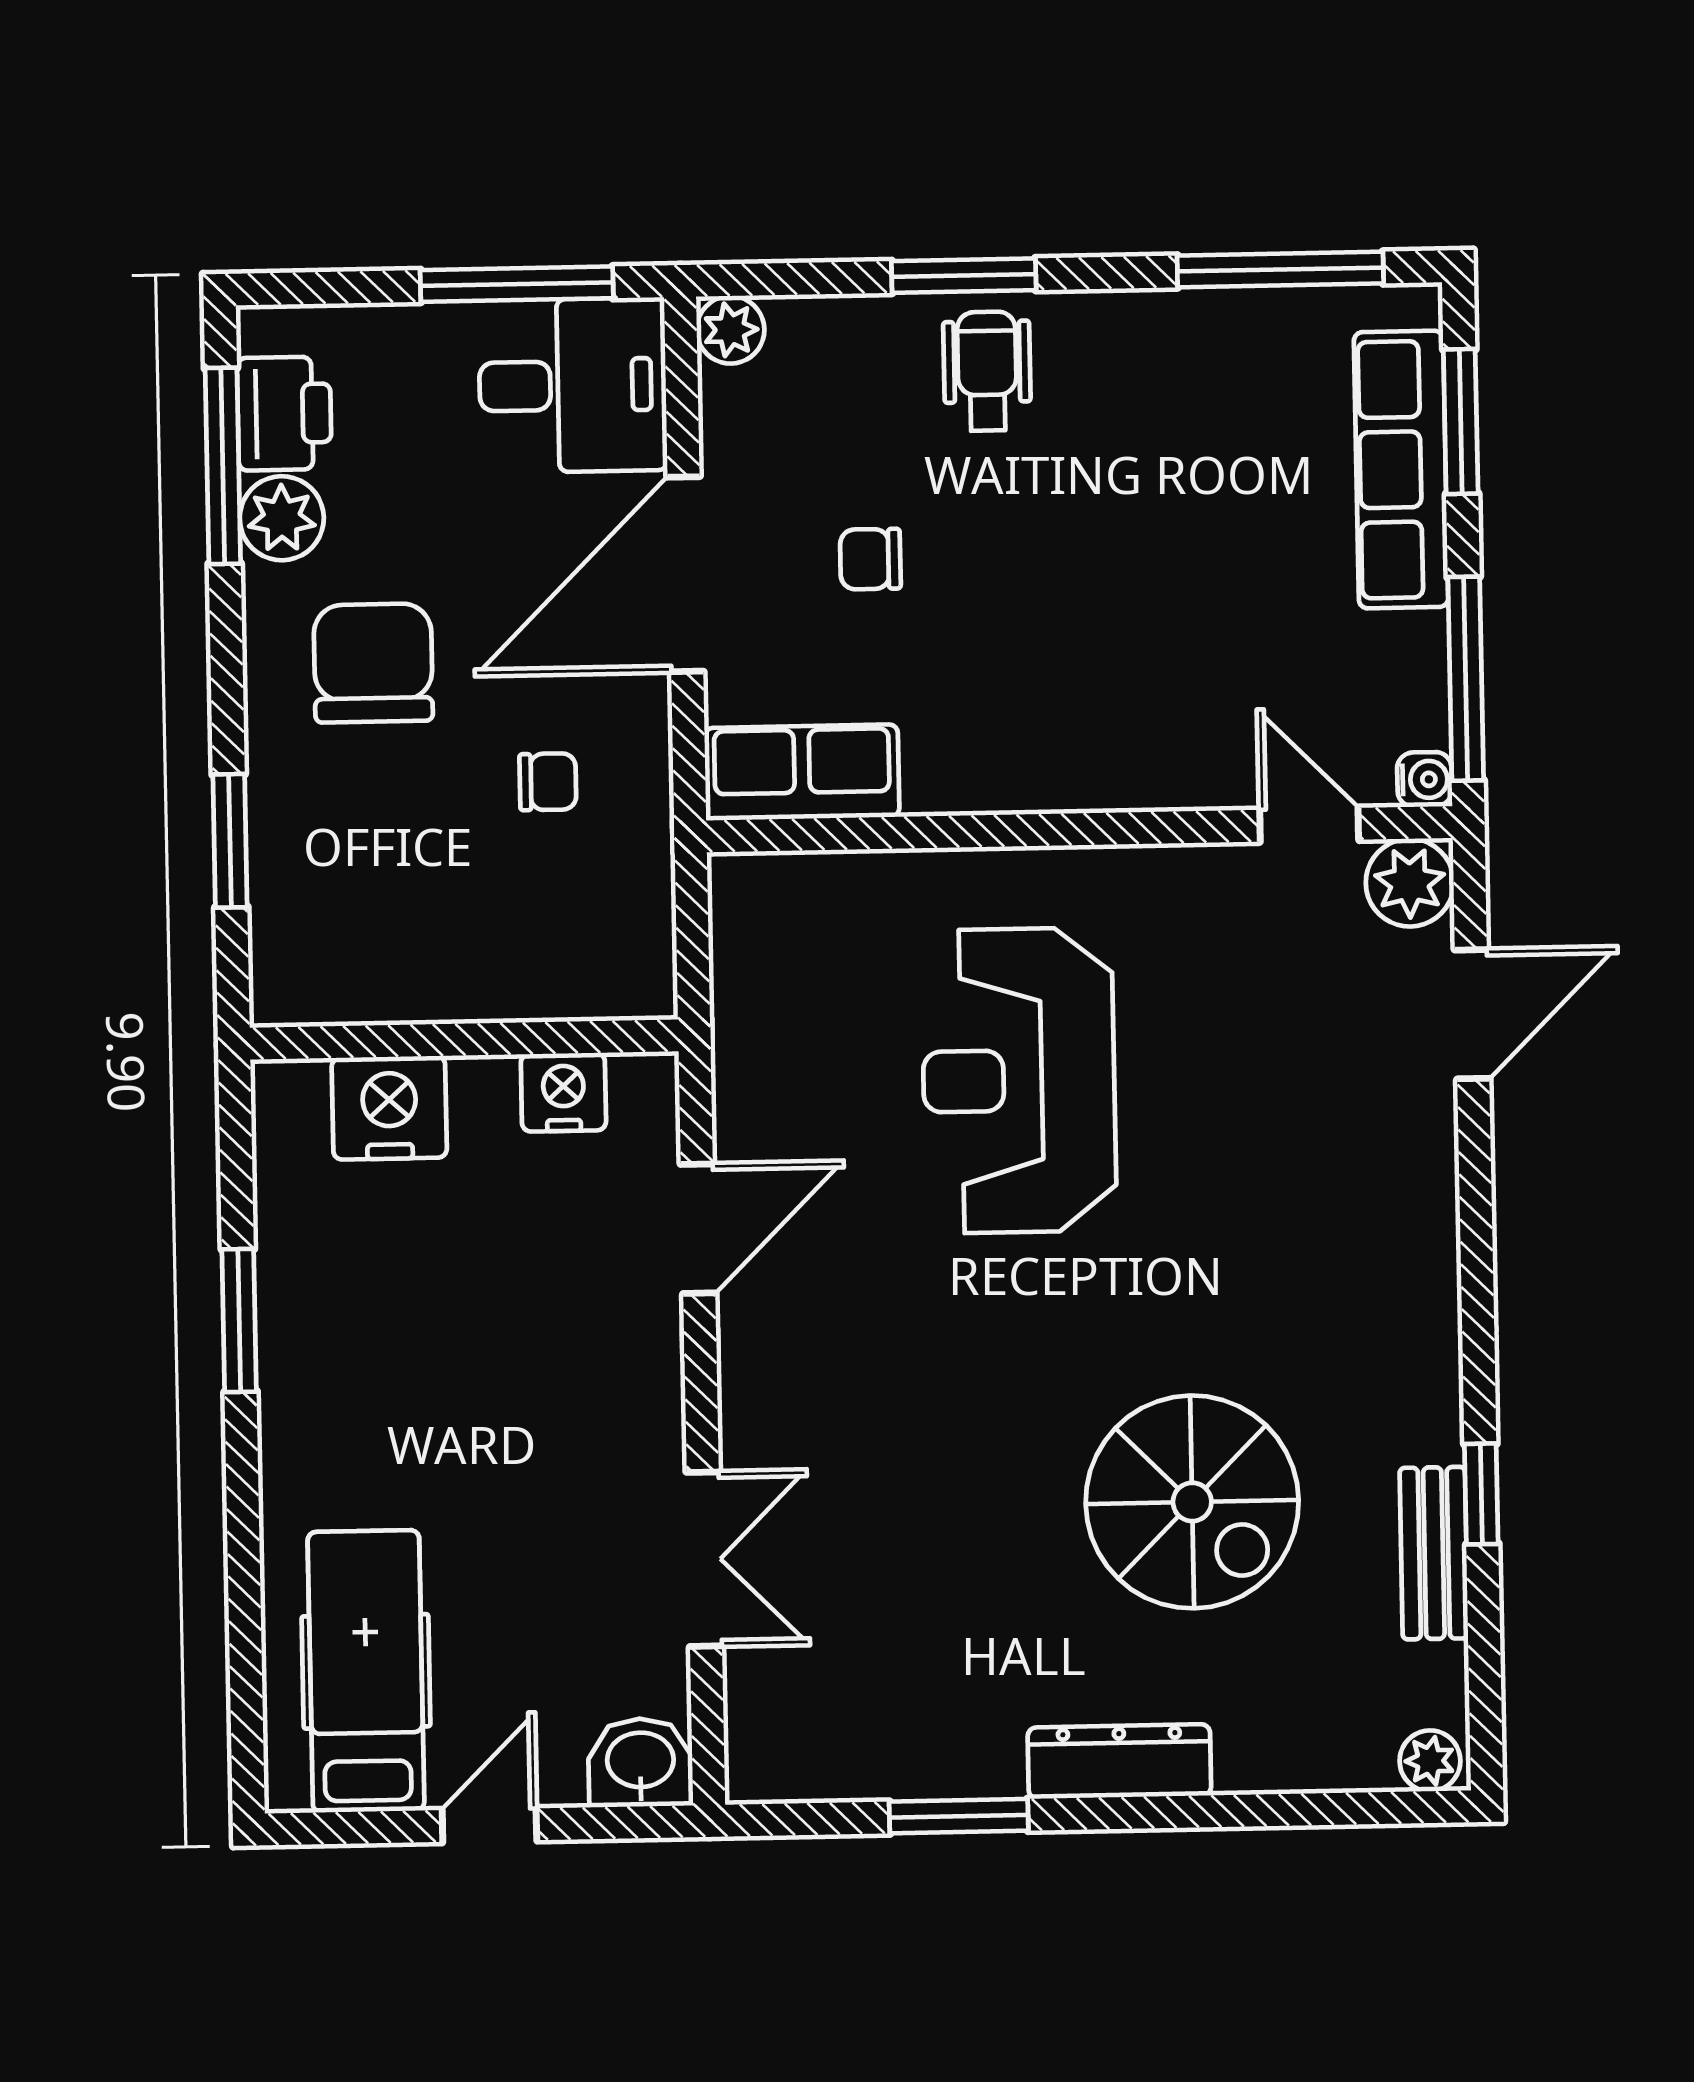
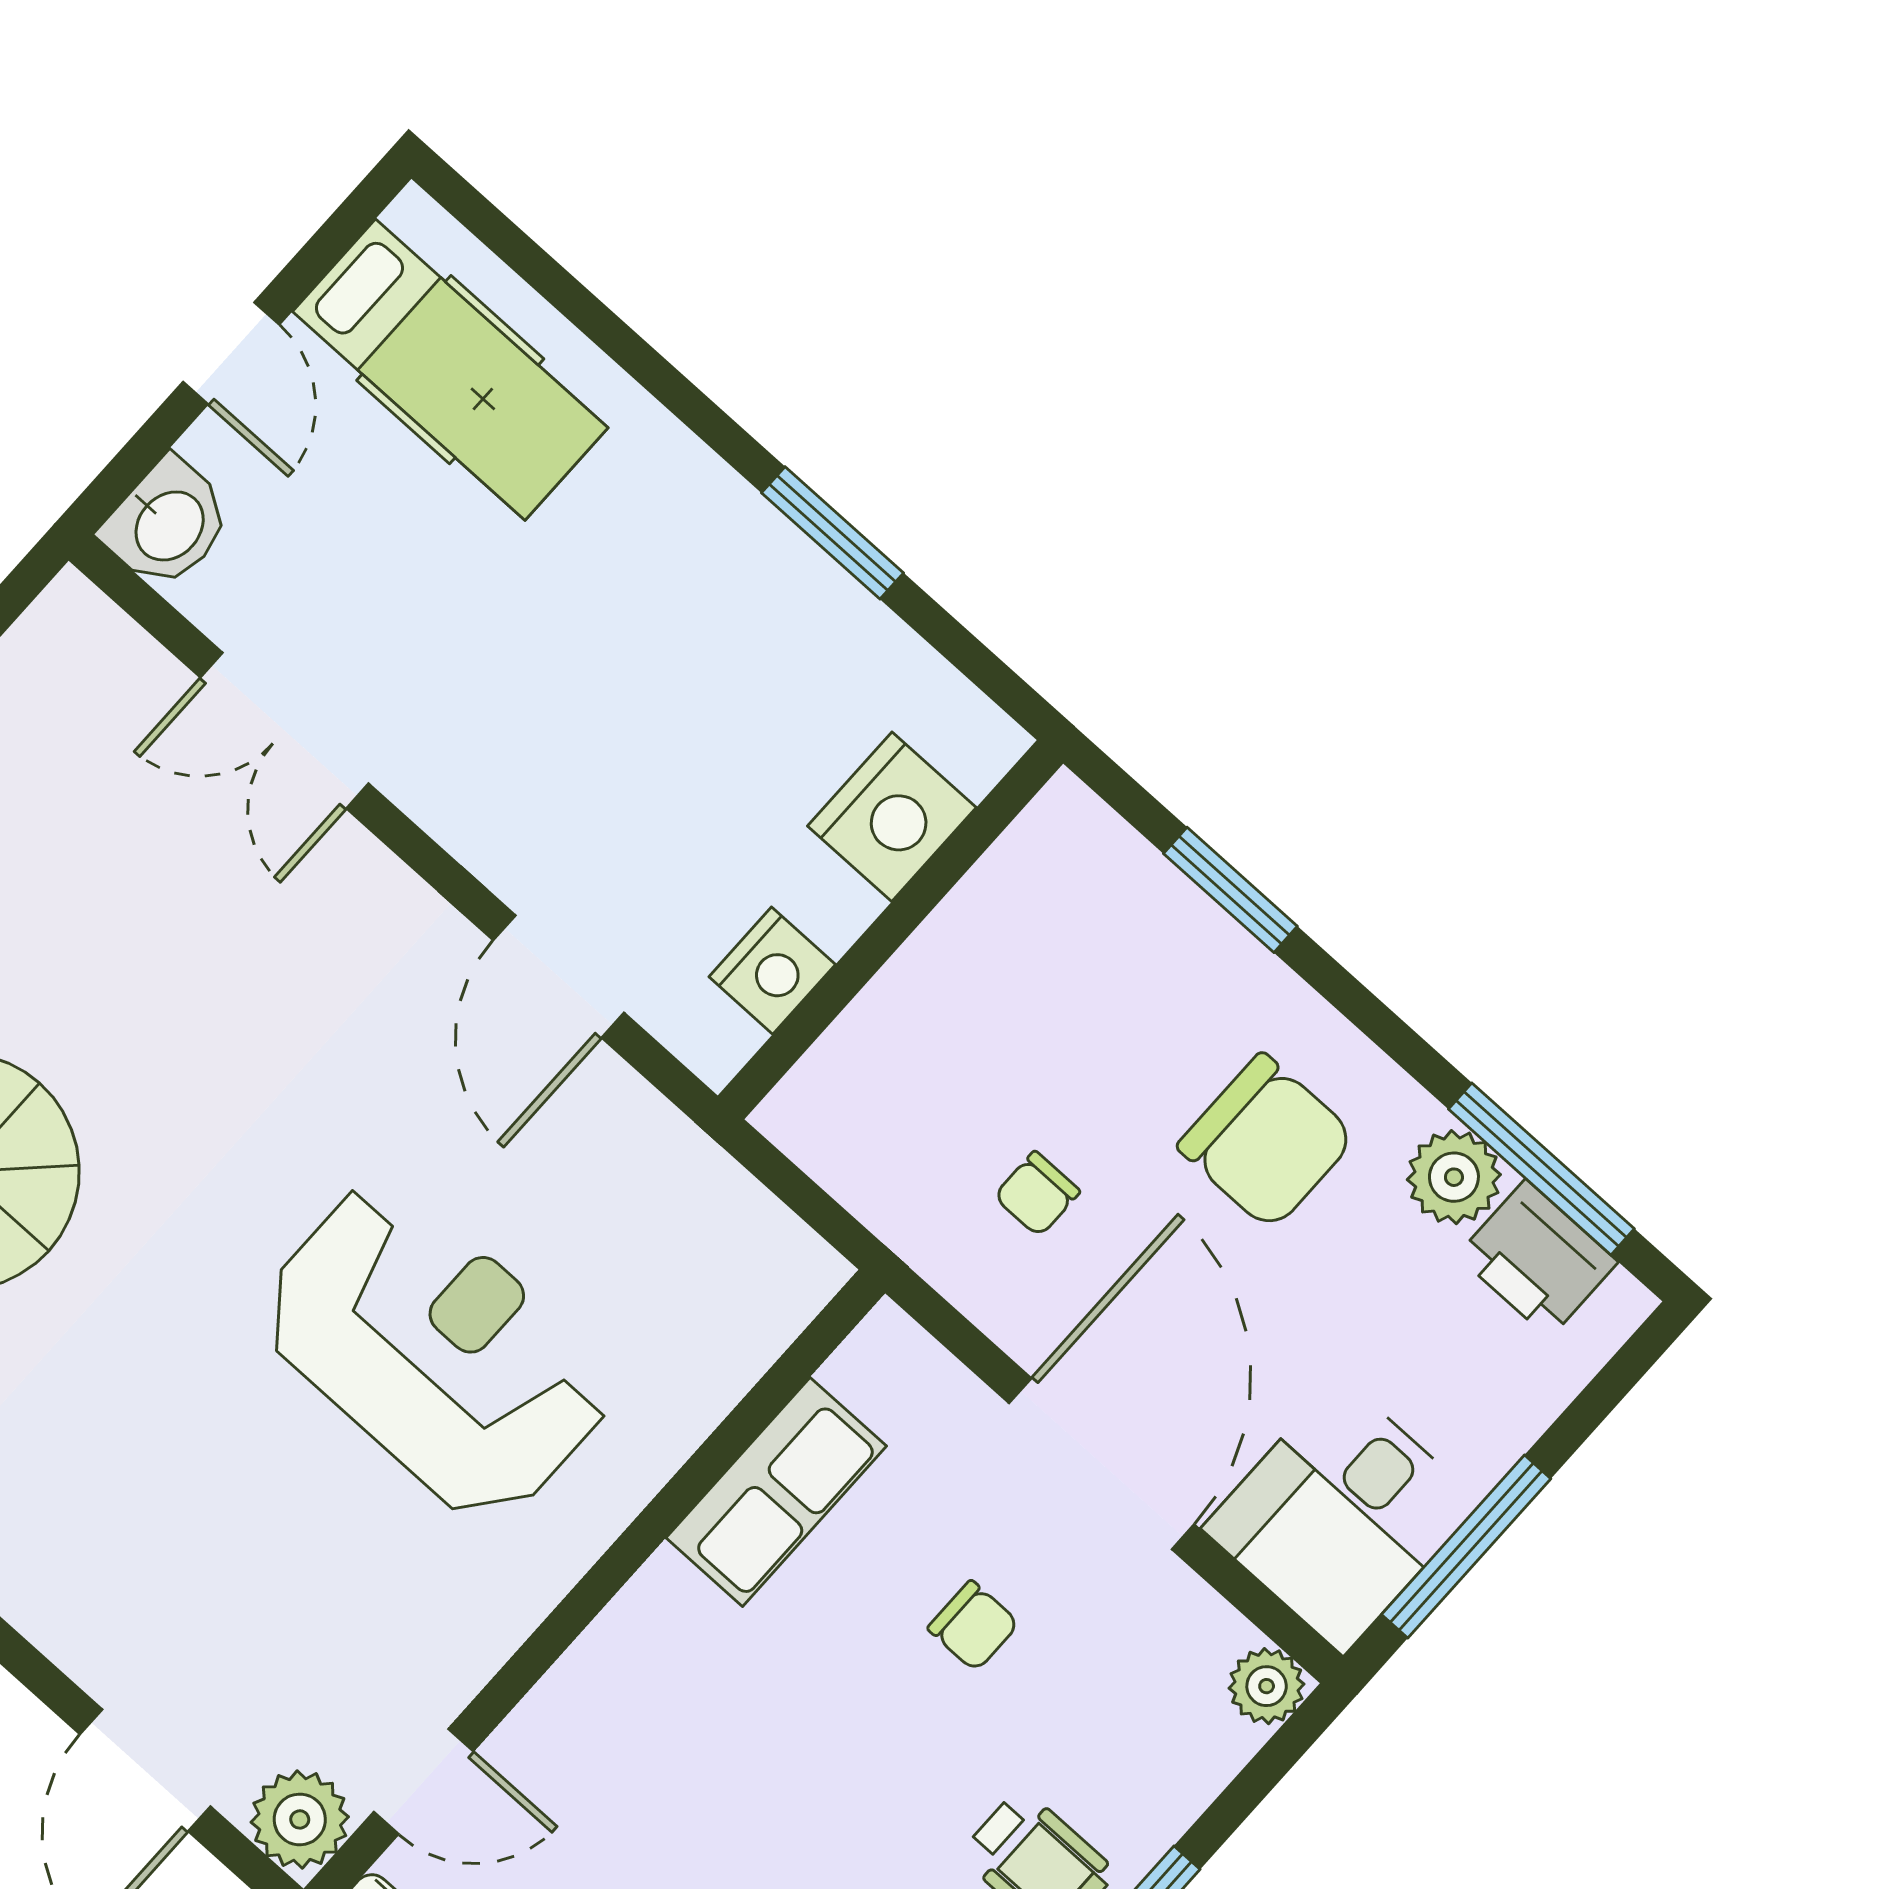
chair: (870, 559) -> (973, 1626), turned 90
row of seats: (802, 772) -> (776, 1492), moved

